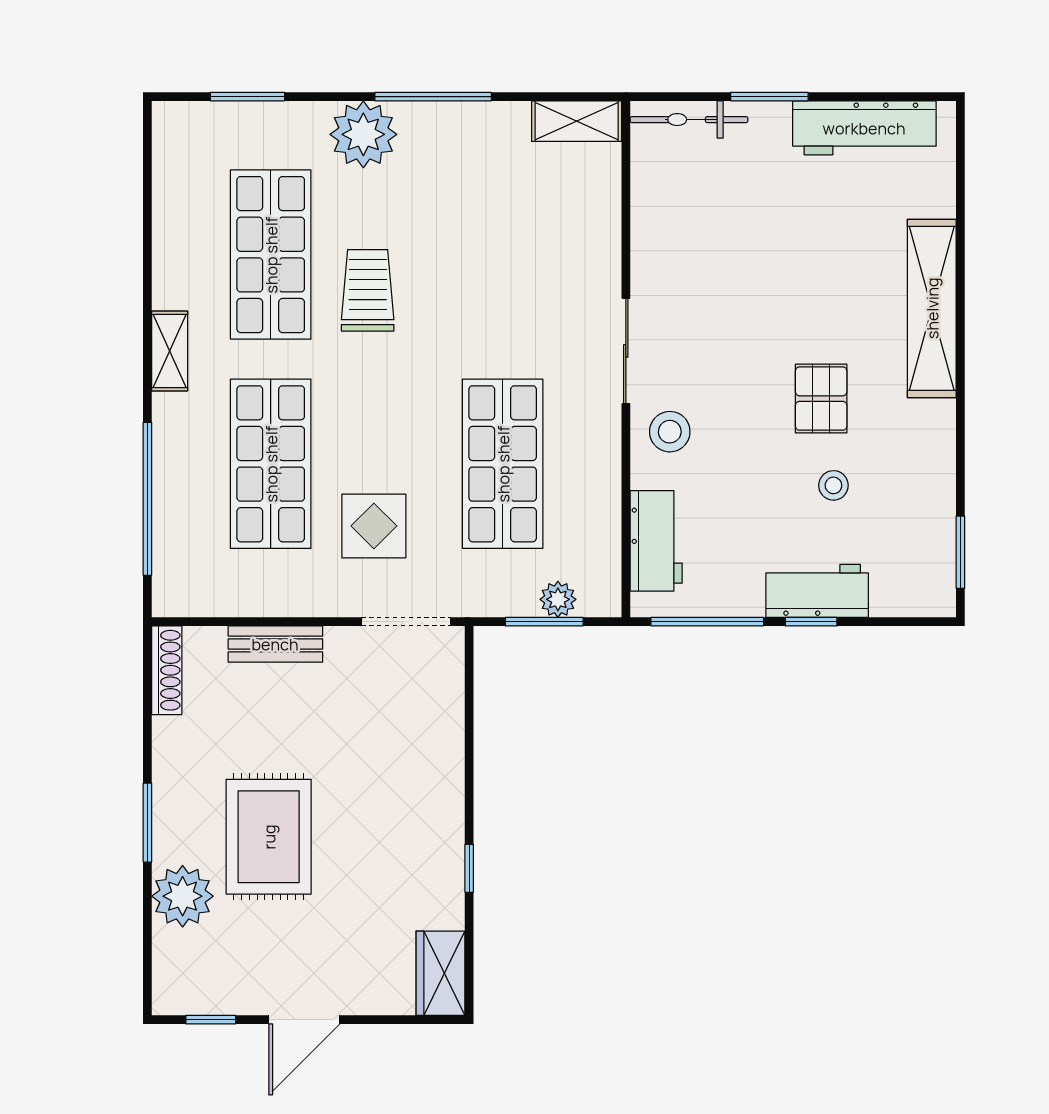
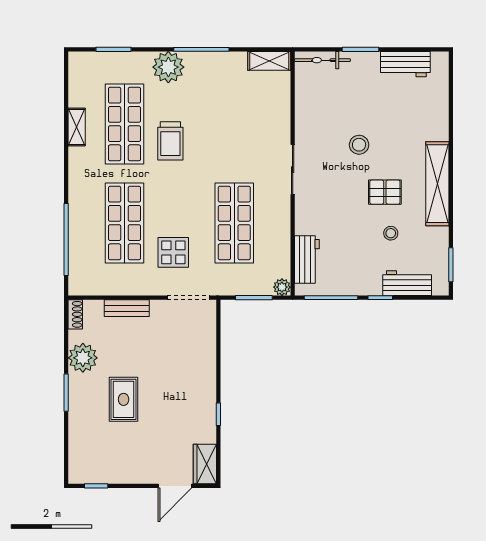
workbench: (864, 128) -> (405, 64), width x0.73
trolley: (368, 290) -> (170, 141), turned 180
shelving: (932, 308) -> (437, 184), moved
shelving: (170, 351) -> (77, 127), moved
pallet: (821, 399) -> (385, 192), turned 90
stool: (670, 432) -> (359, 145), moved
workbench: (817, 591) -> (407, 283), moved
plant: (558, 599) -> (282, 287), moved
shoe rack: (167, 670) -> (75, 314), width x0.70
rug: (269, 837) -> (124, 399), width x0.73, depth x0.70
plant: (183, 896) -> (83, 358), moved
door: (304, 1020) -> (175, 486), moved

